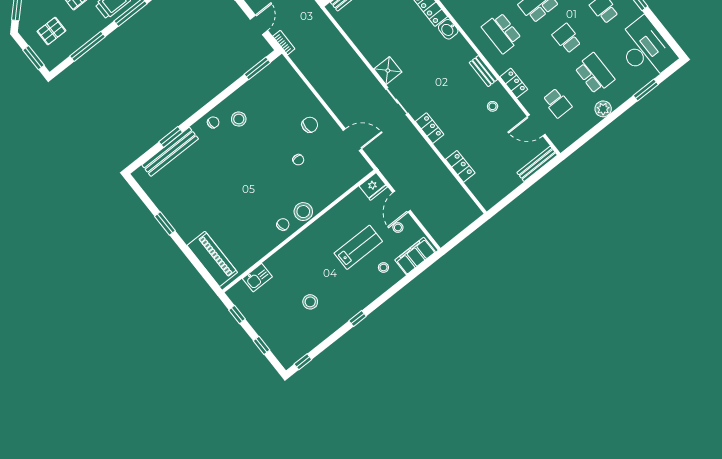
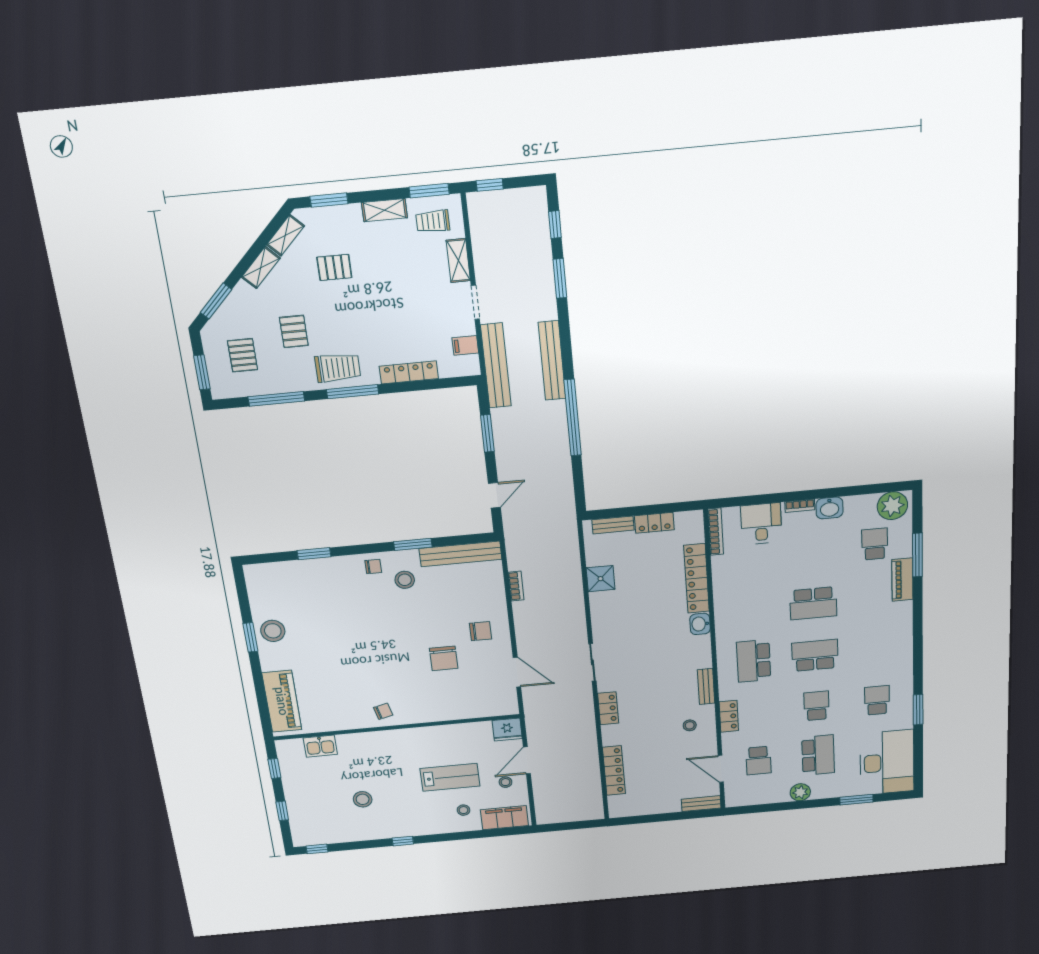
pallet: (51, 31) -> (243, 355), turned 90
bookcase: (284, 43) -> (516, 586), moved
window: (257, 68) -> (413, 544), moved
shower: (388, 71) -> (601, 579), moved
bench: (170, 152) -> (460, 554), moved
chair: (298, 160) -> (444, 658), width x1.87, depth x1.87
bench: (537, 164) -> (701, 804), width x0.73
locker: (460, 166) -> (614, 771), width x1.53
stool: (303, 212) -> (273, 631), moved

